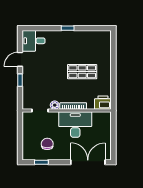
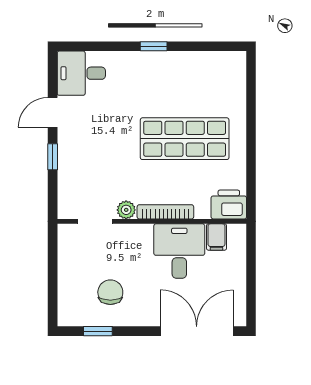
shop shelf: (82, 72) -> (185, 139), width x1.43, depth x1.36
filing cabinet: (97, 118) -> (216, 237), added
desk: (75, 125) -> (179, 251), width x0.73

